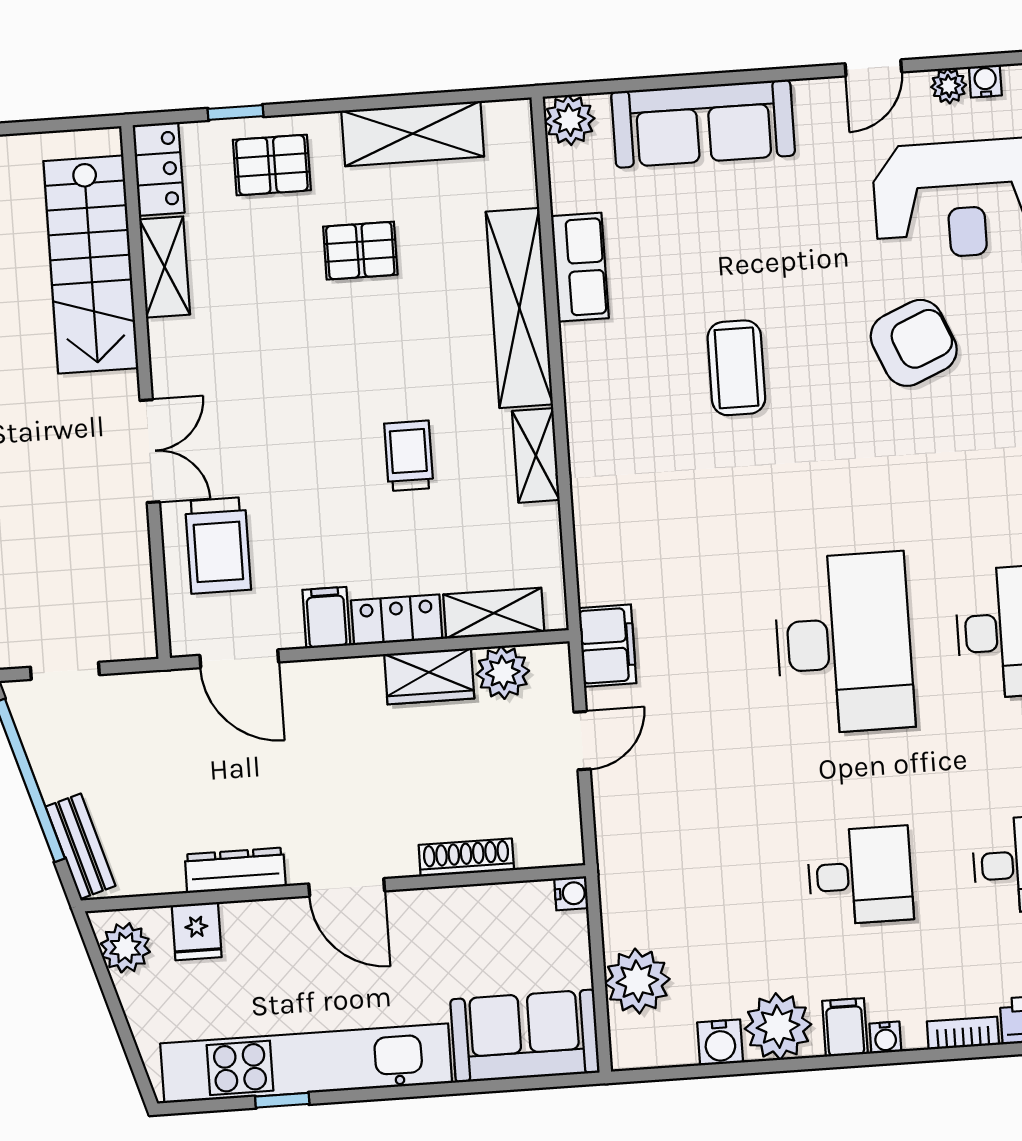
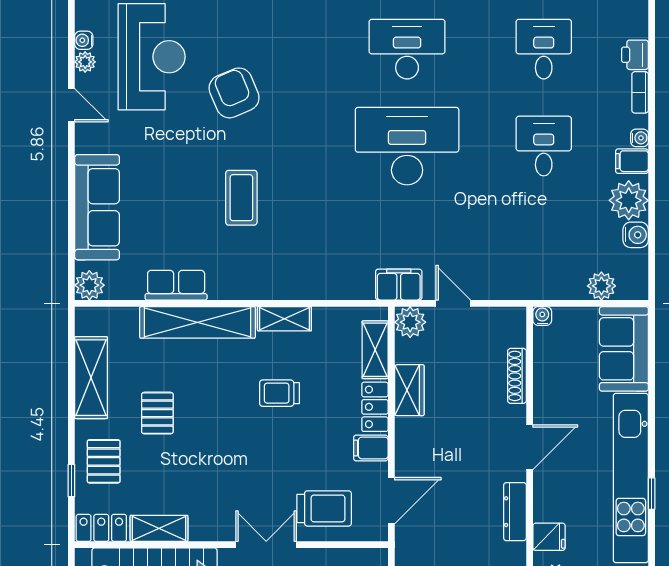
coffee table: (736, 368) -> (241, 198), turned 90
plant: (503, 672) -> (410, 322), moved
plant: (637, 981) -> (601, 286), width x0.73, depth x0.73

